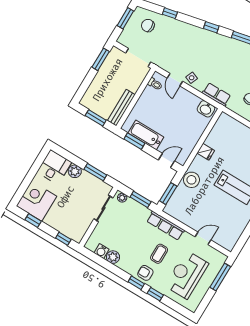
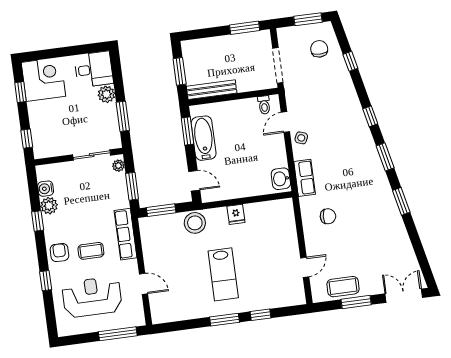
window: (136, 283) -> (38, 221), moved

